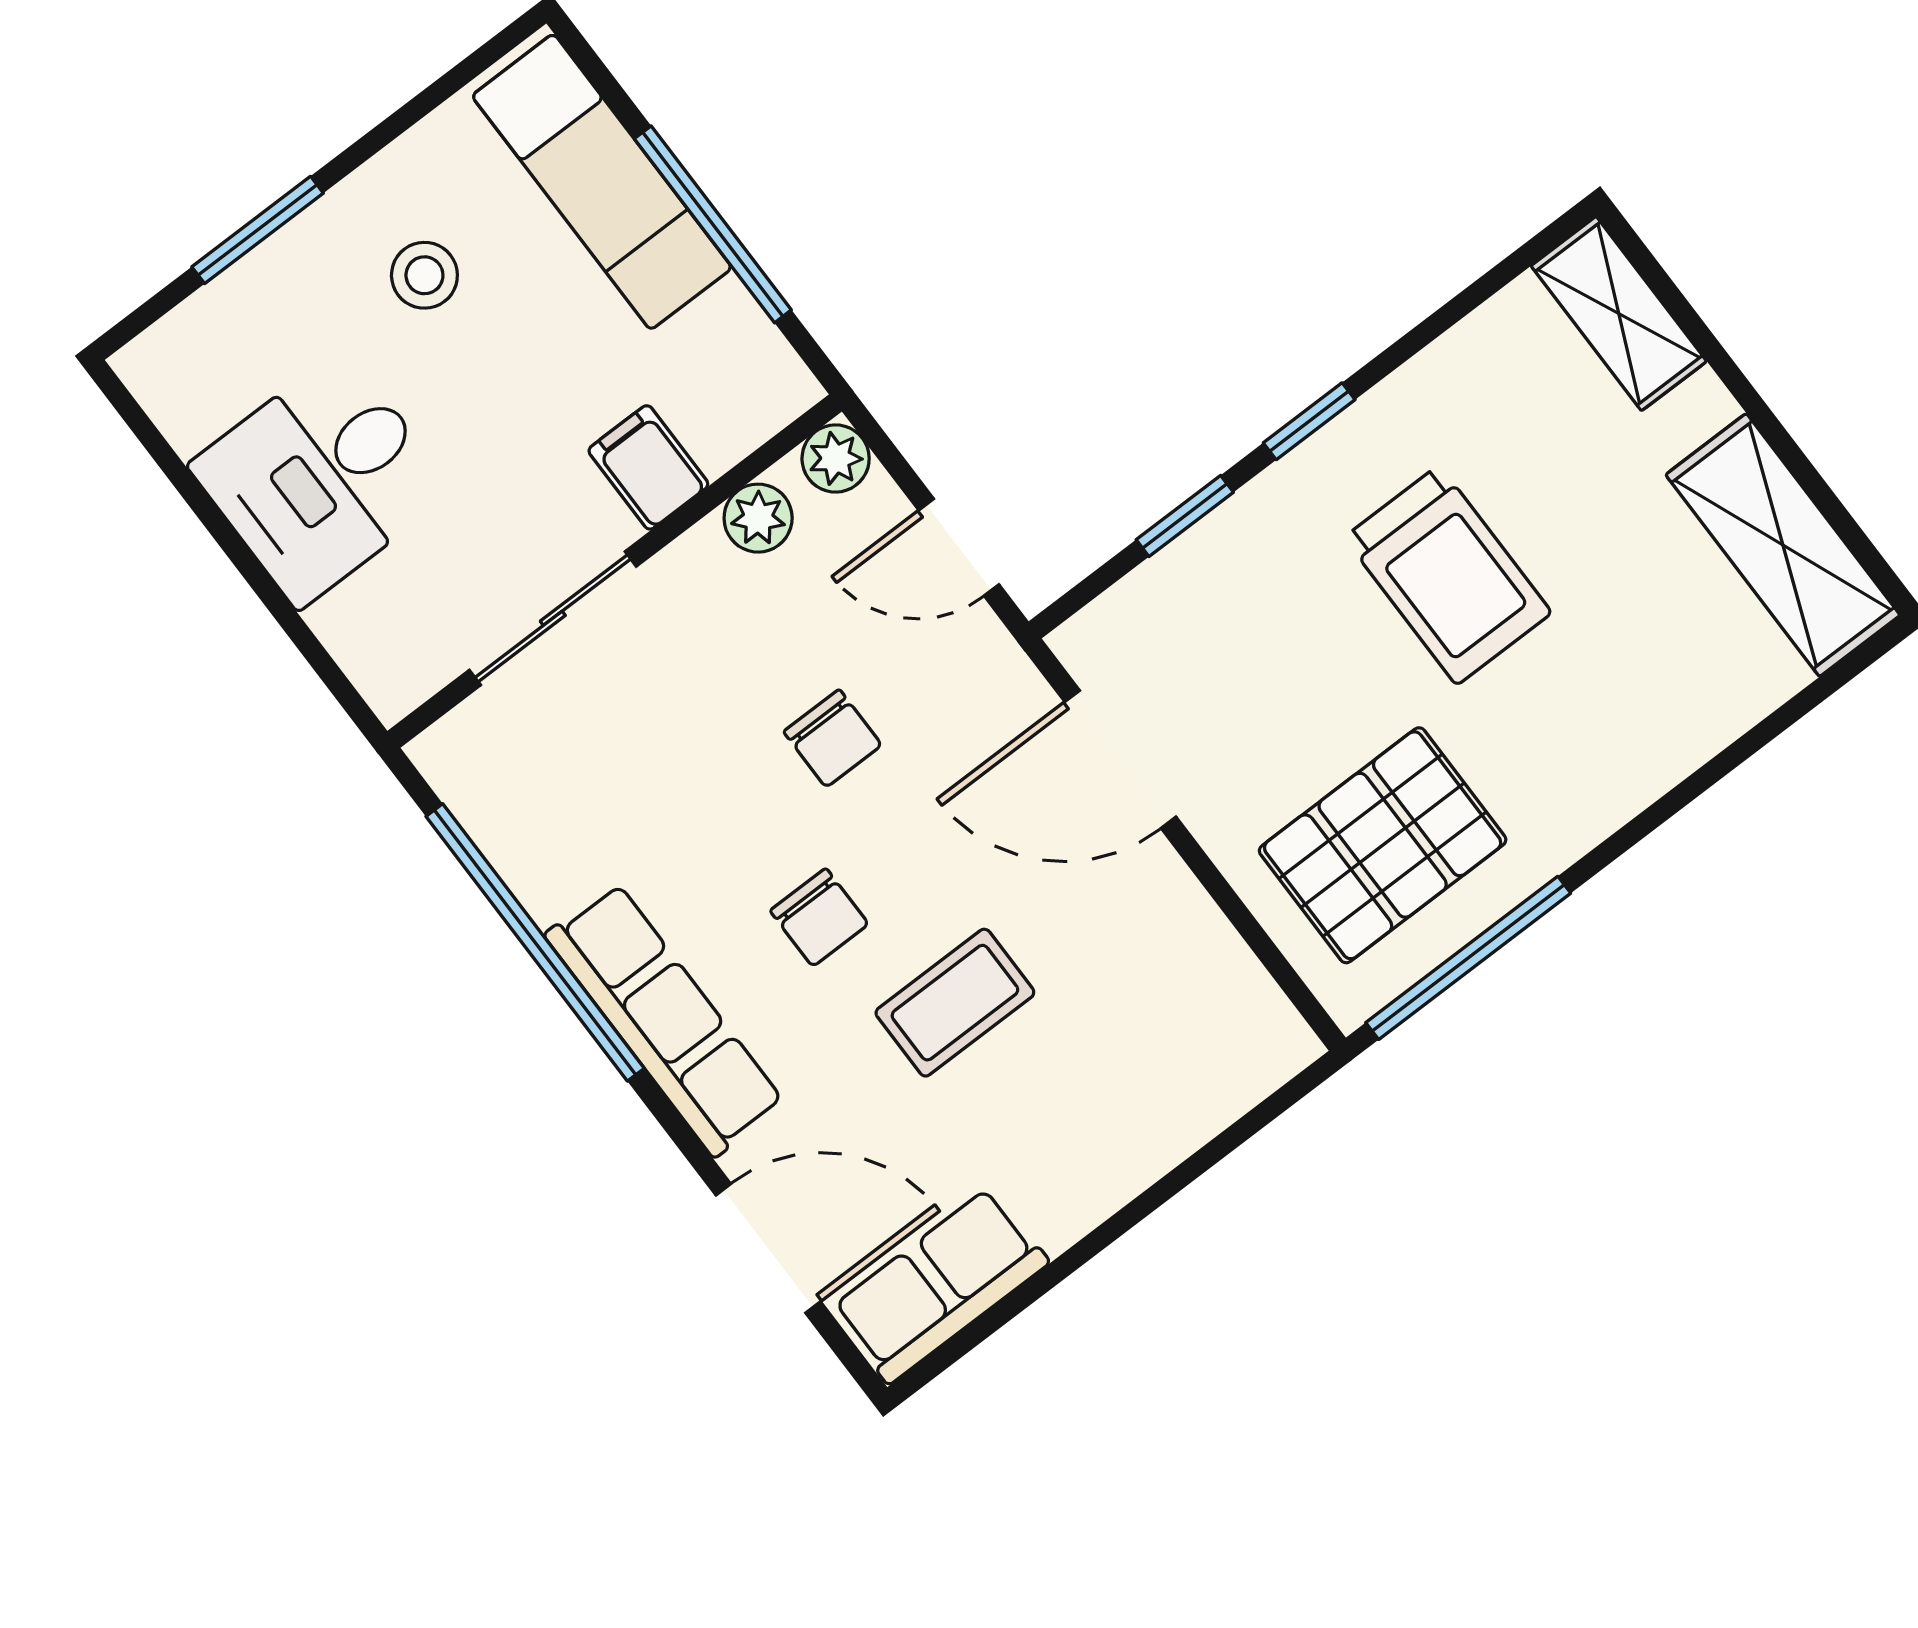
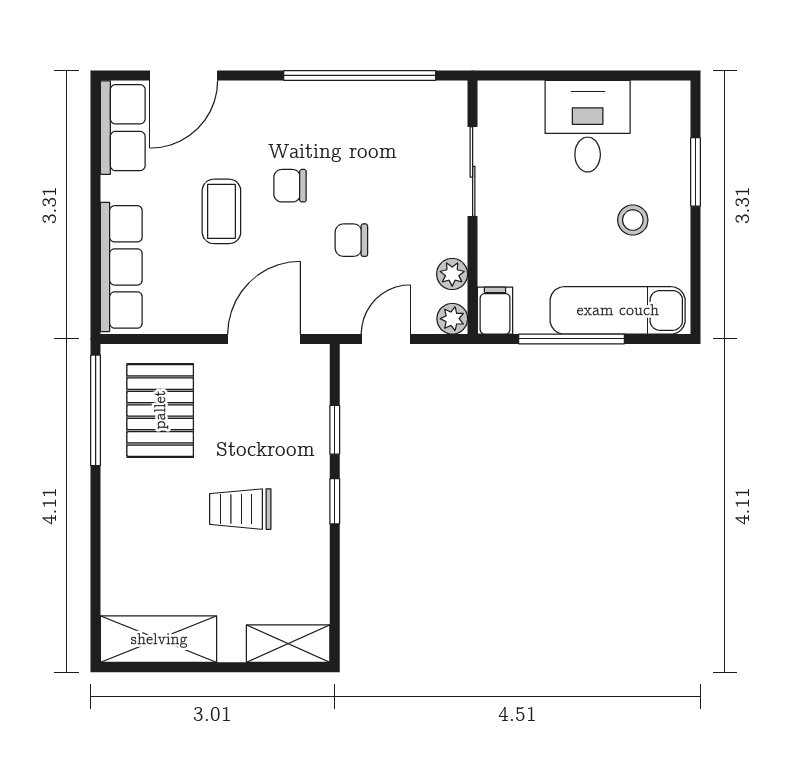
filing cabinet: (648, 467) -> (495, 311), moved, turned -90
trolley: (1448, 575) -> (240, 509), width x0.73, depth x0.72
row of seats: (665, 1019) -> (121, 267), moved, turned -90

